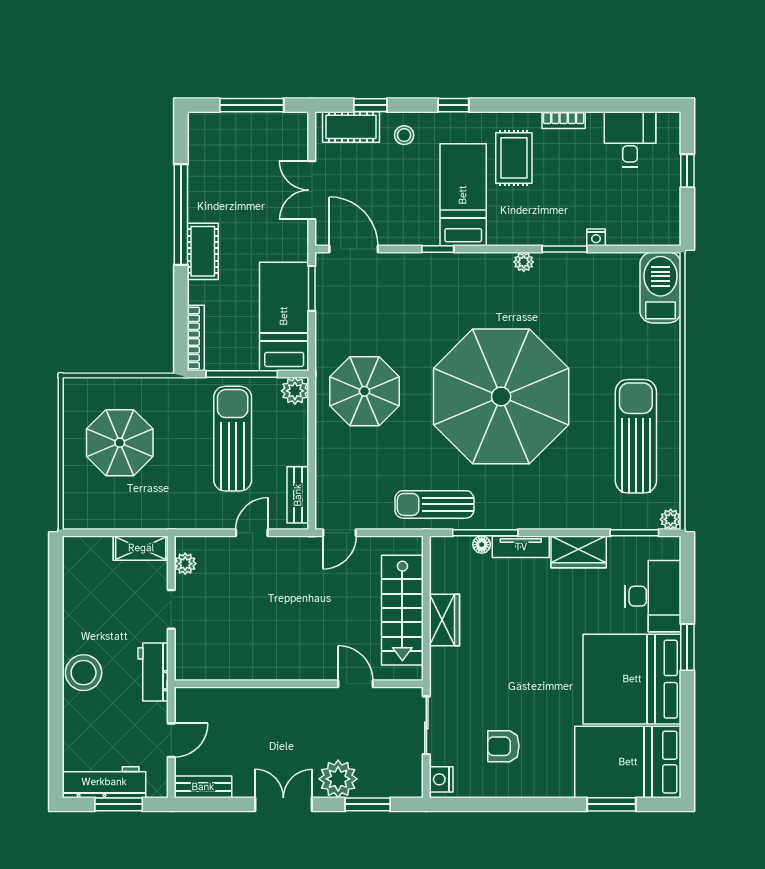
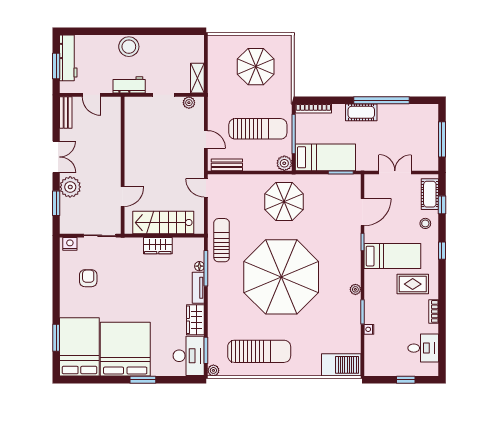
door: (354, 249) -> (362, 212), moved
desk: (653, 596) -> (189, 356), moved, turned -90

